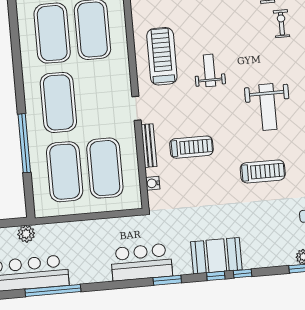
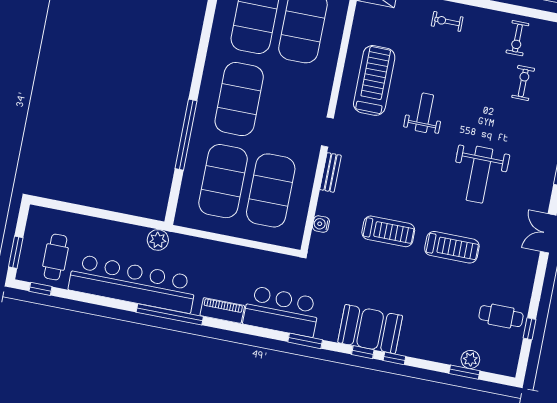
bench: (149, 146) -> (330, 172), width x0.73
treadmill: (191, 147) -> (388, 231), moved
piano: (94, 275) -> (222, 311), added

